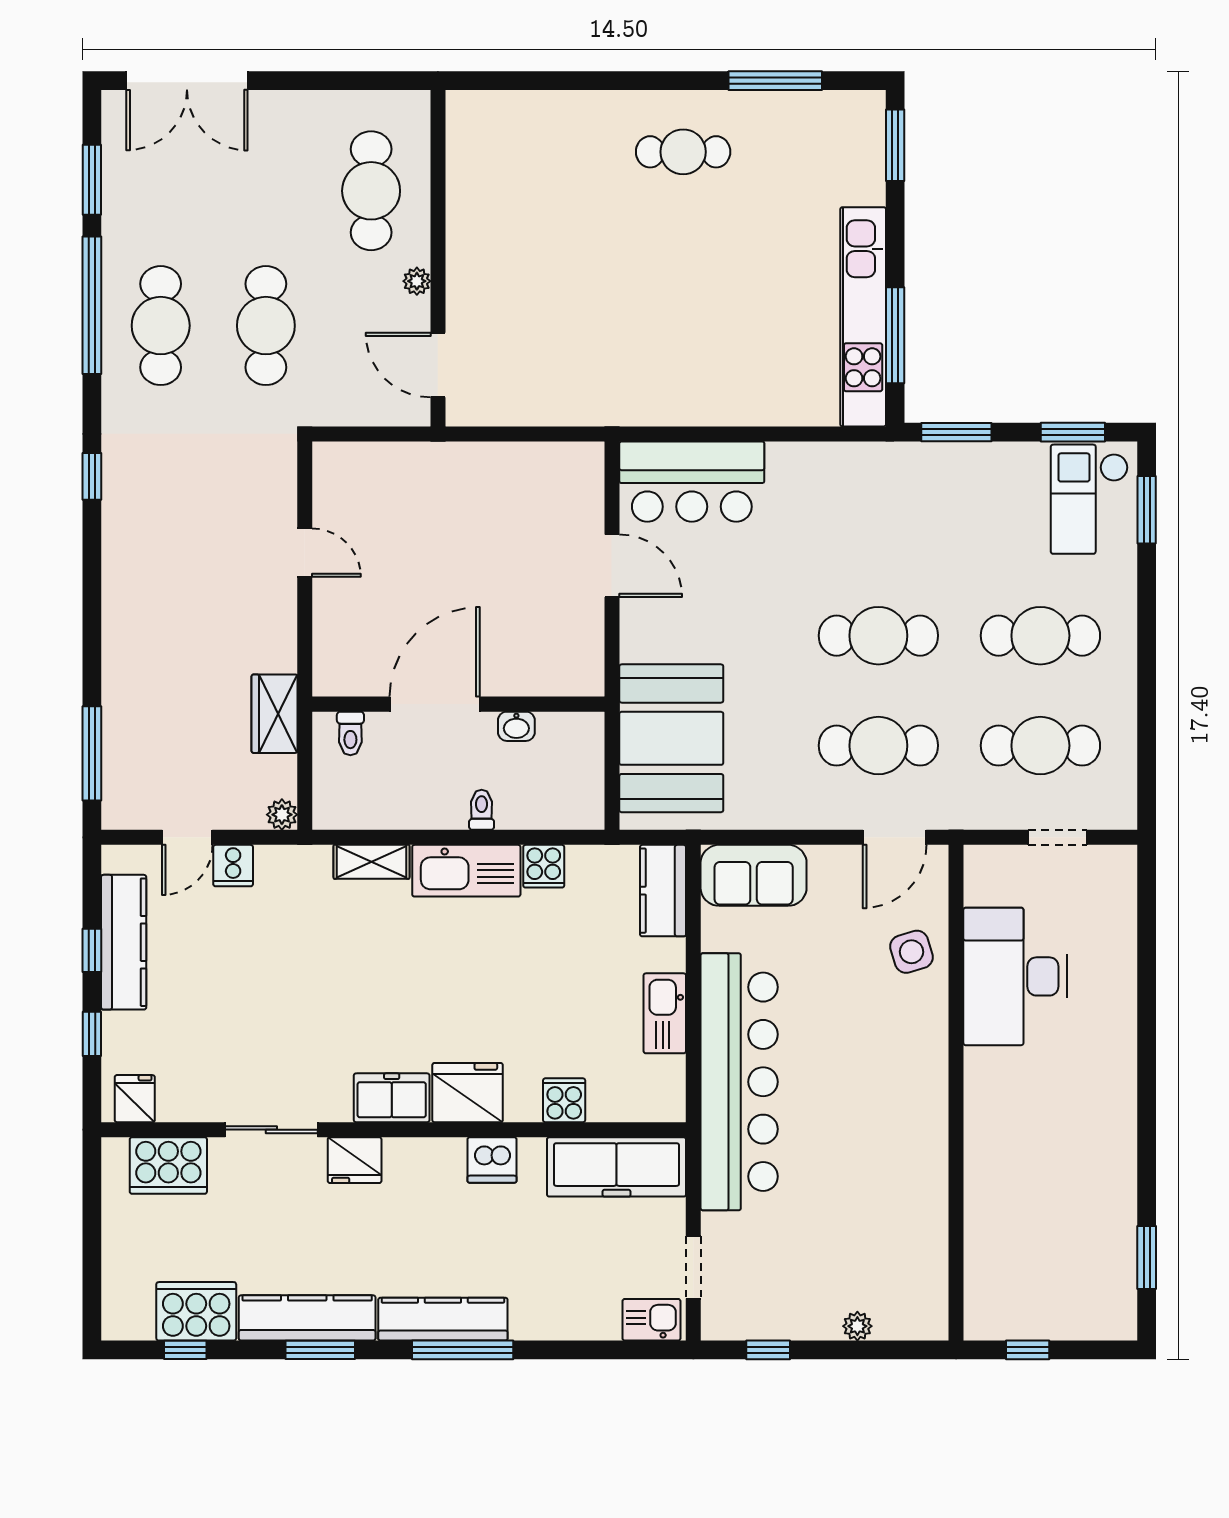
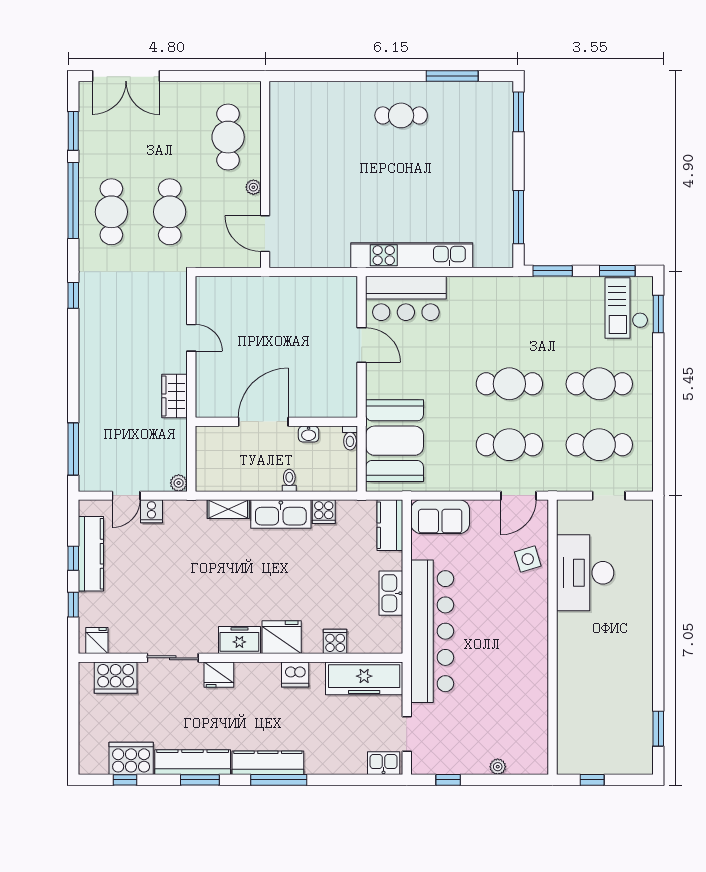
kitchen unit: (863, 317) -> (412, 255), moved, turned 90
wardrobe: (275, 714) -> (174, 396), moved
toilet: (350, 733) -> (350, 438), moved

